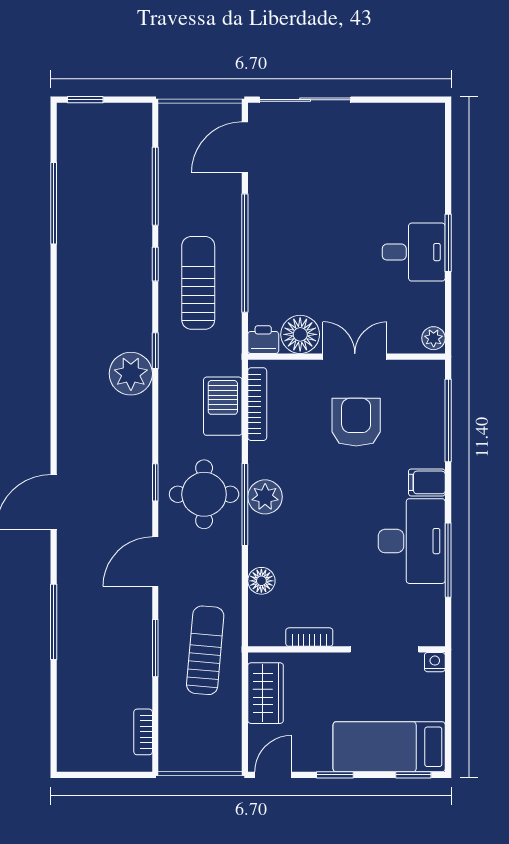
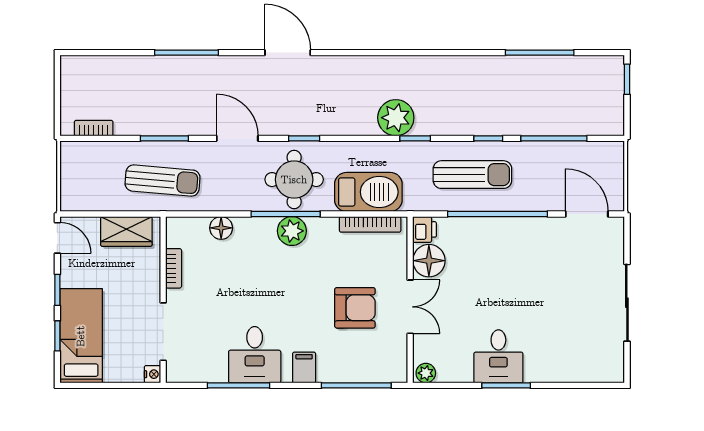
sliding door: (305, 100) -> (627, 303), moved
barbecue: (223, 406) -> (368, 192), width x1.37, depth x1.21
desk: (412, 541) -> (255, 355), width x0.73
window: (413, 775) -> (57, 336), moved

